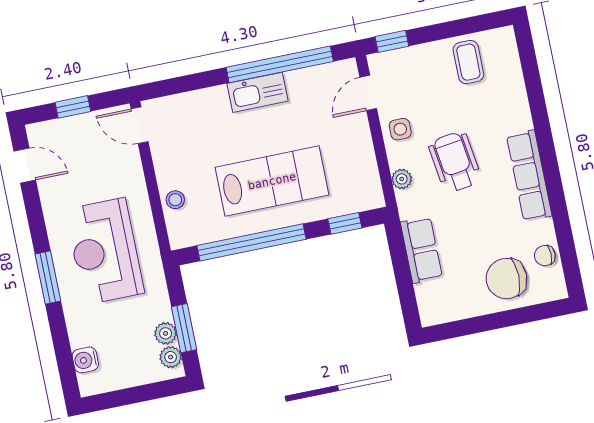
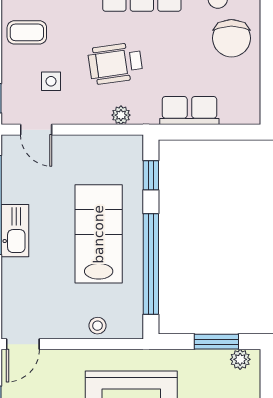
side table: (400, 129) -> (51, 81), moved
plant: (166, 333) -> (218, 360), removed

